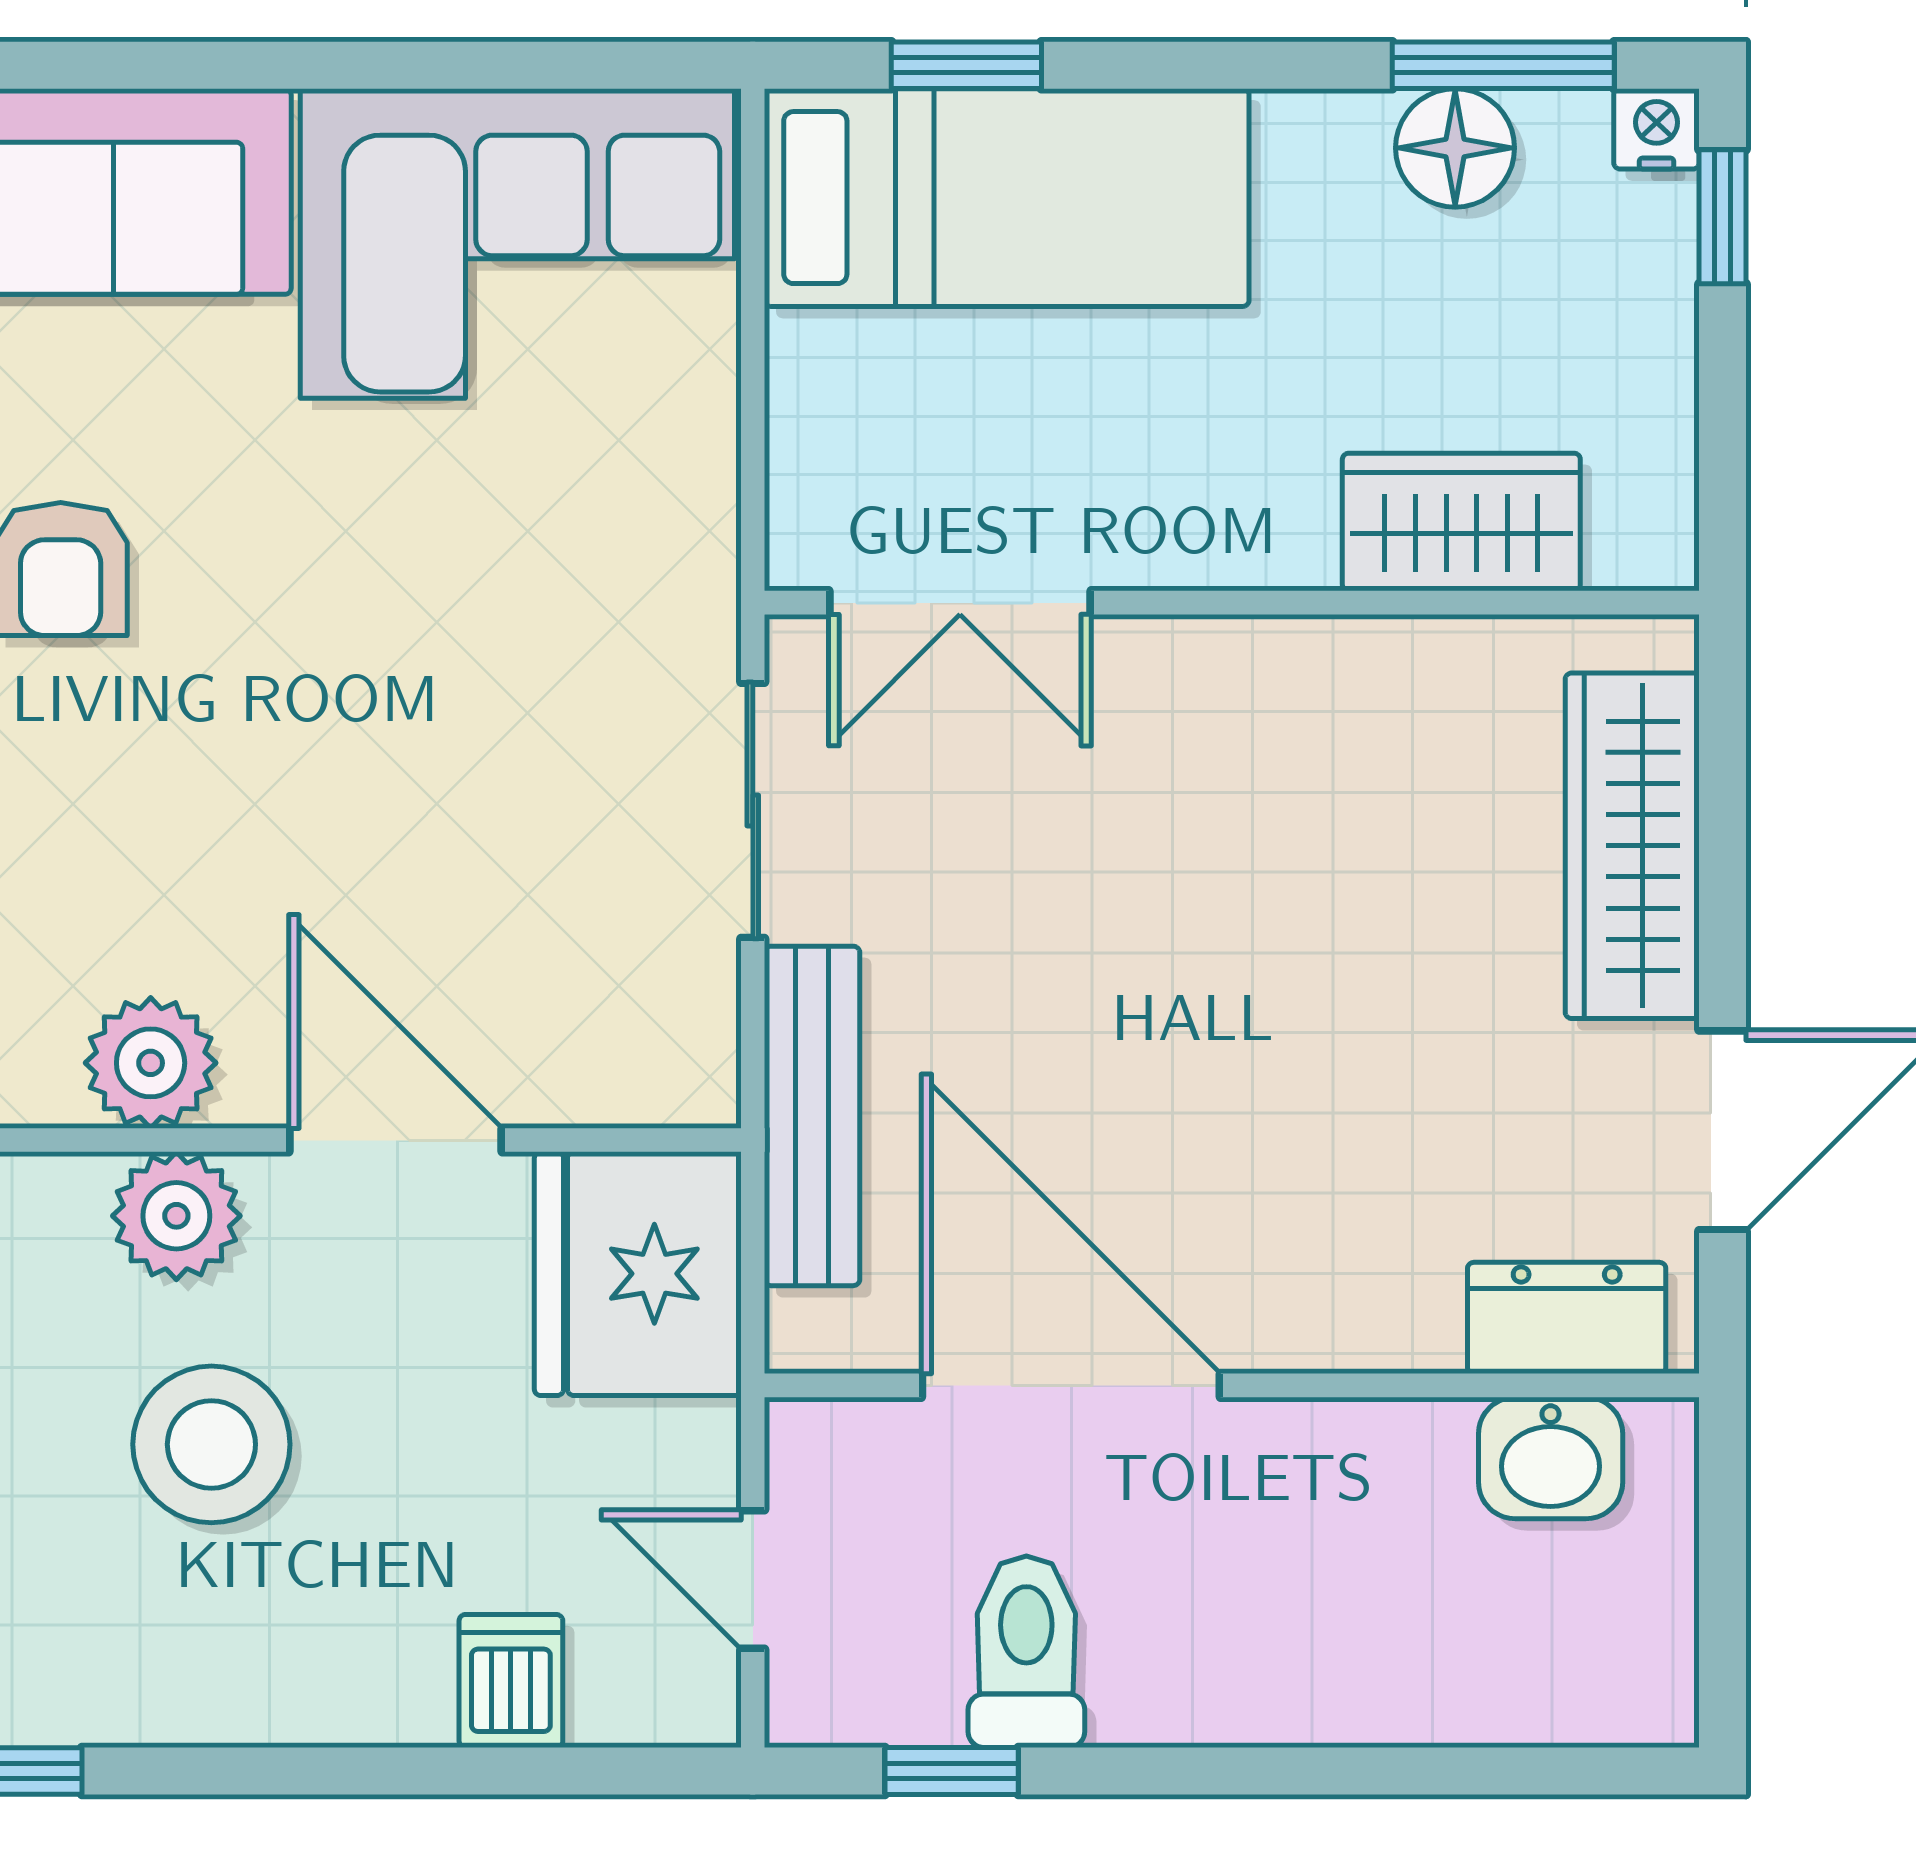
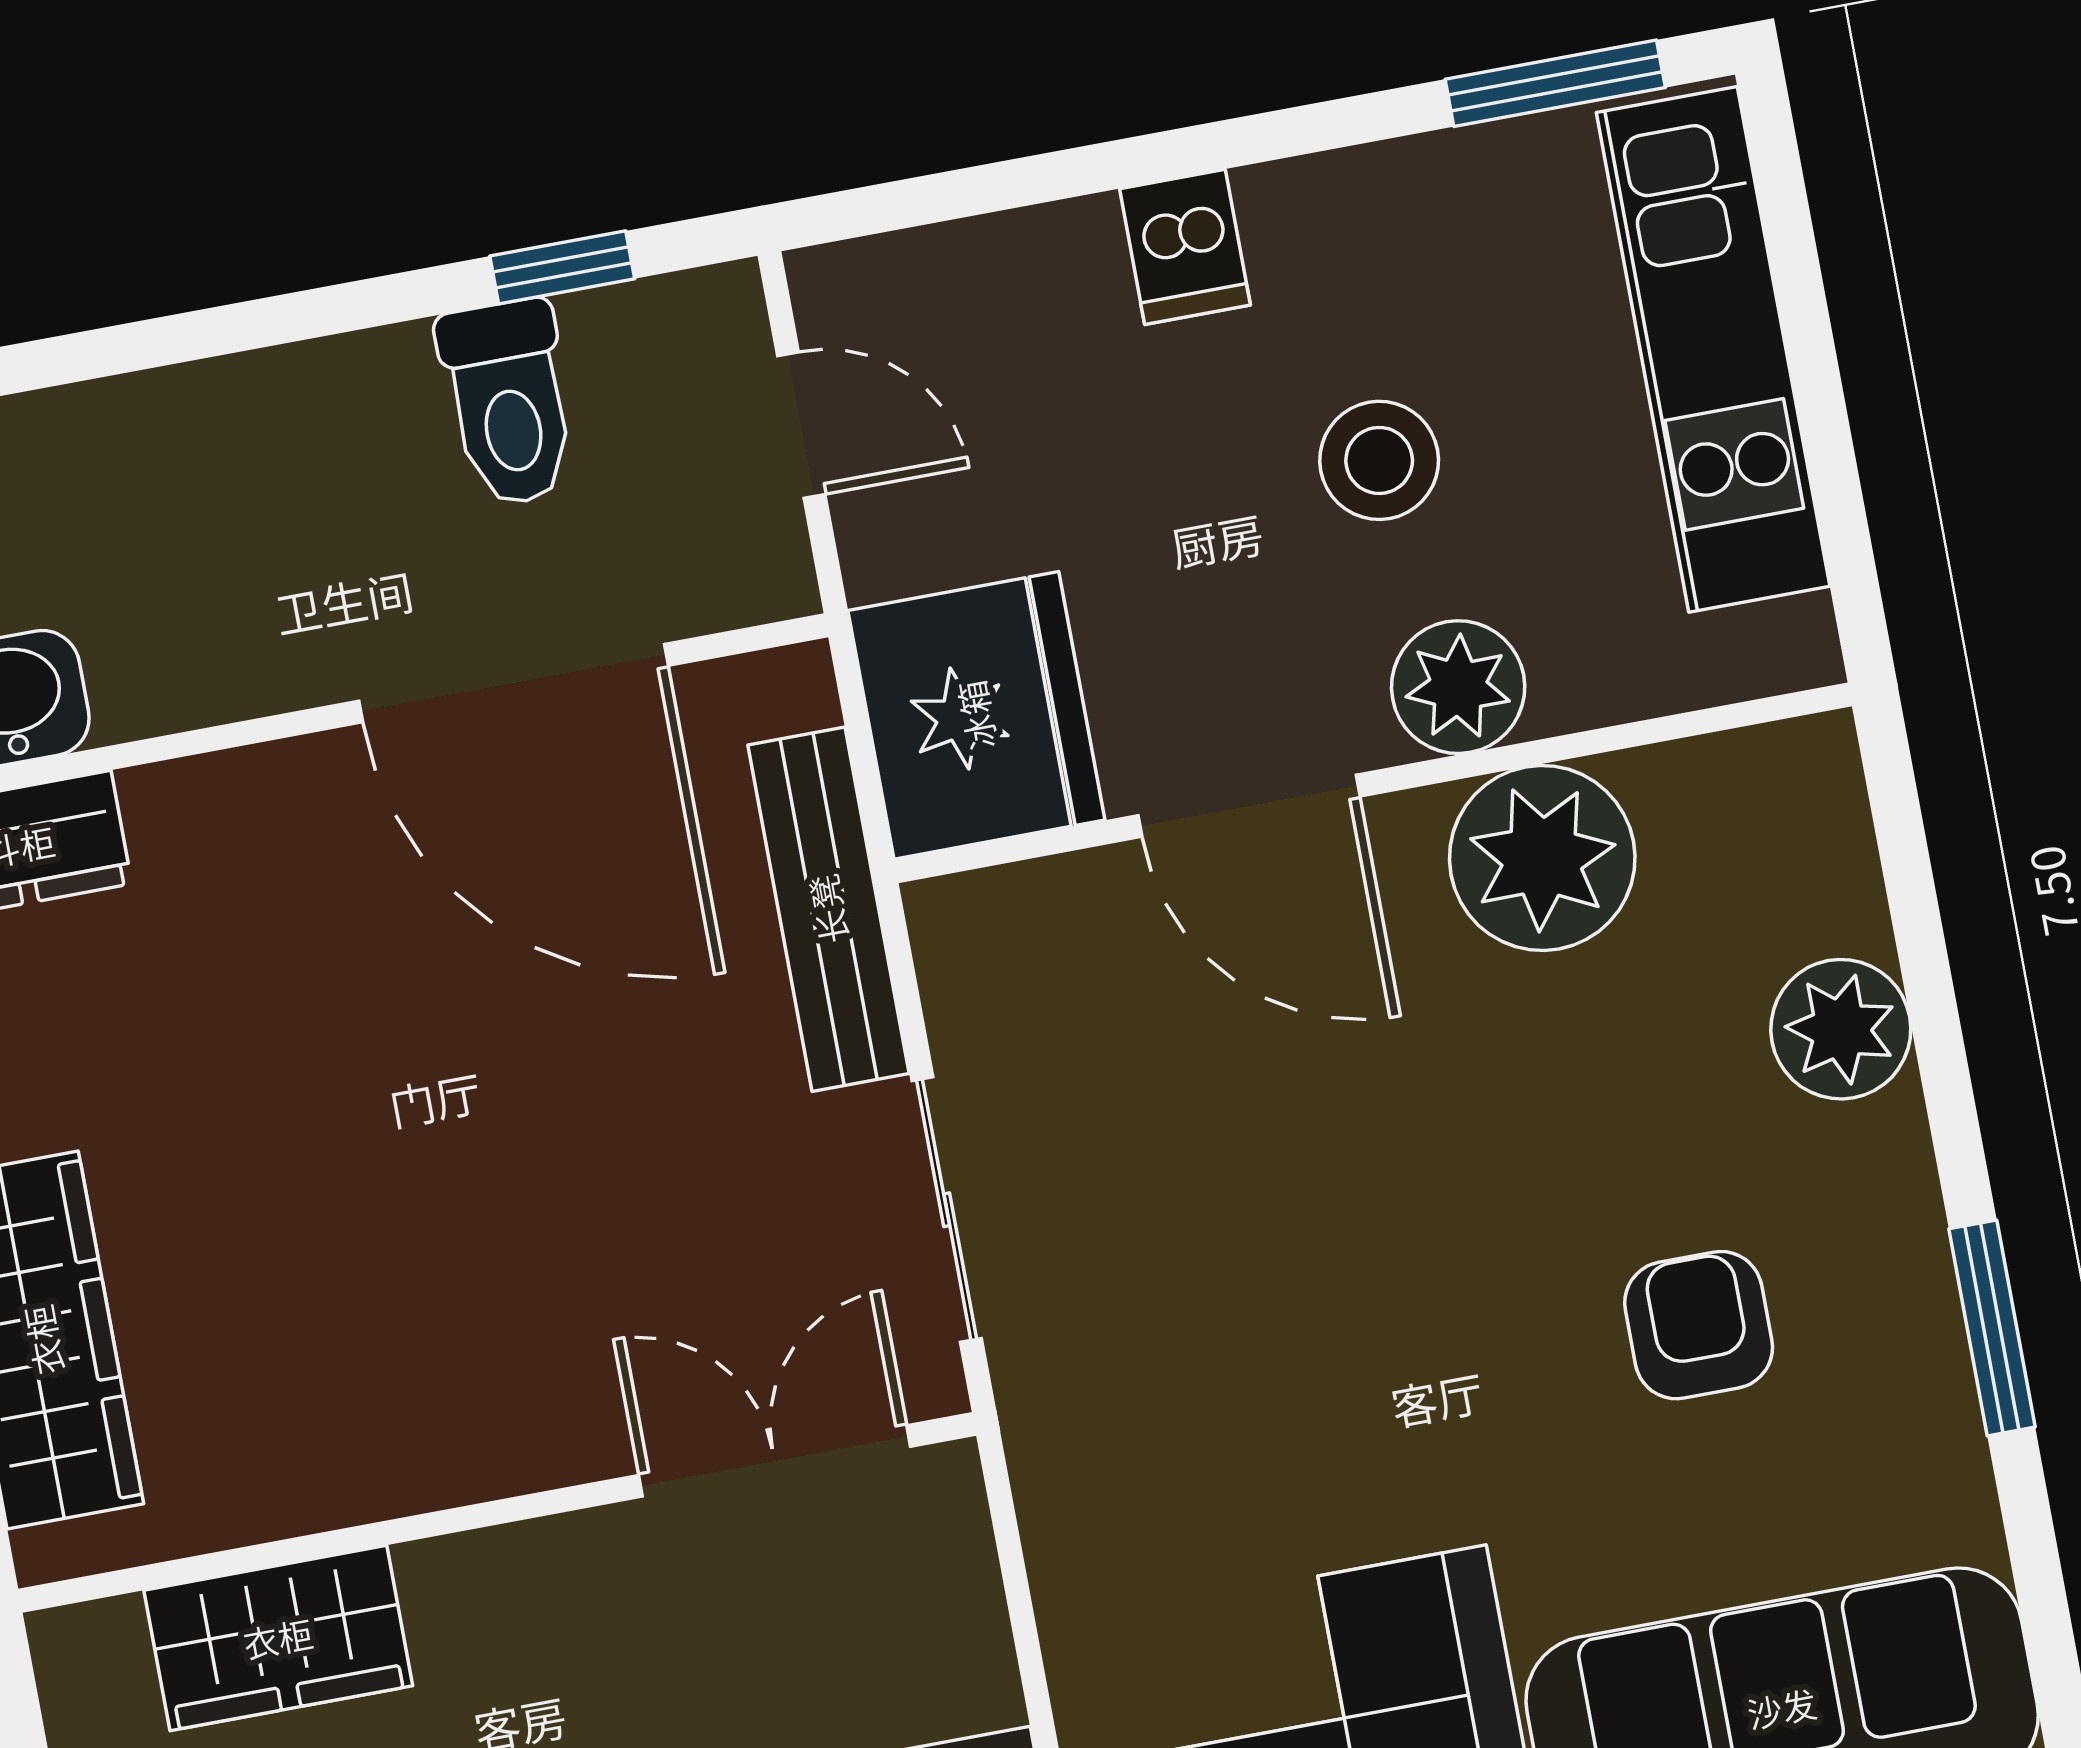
plant: (151, 1063) -> (1542, 858), width x1.36, depth x1.36
stool: (211, 1444) -> (1379, 460), width x0.73, depth x0.73
dishwasher: (511, 1681) -> (1185, 247), moved

